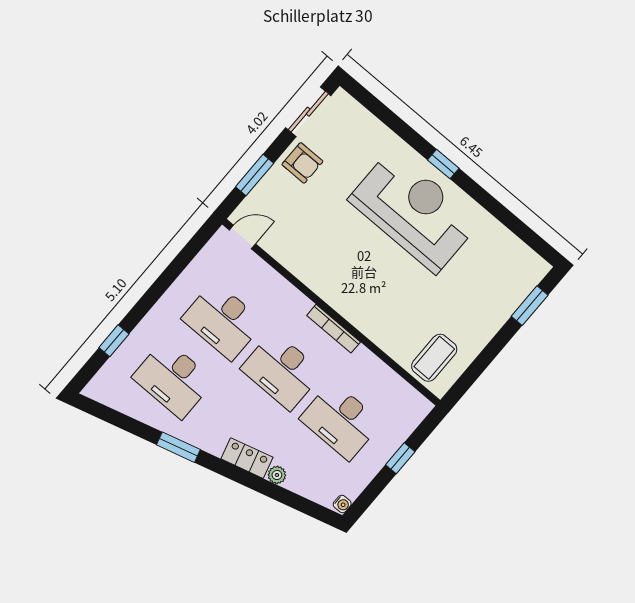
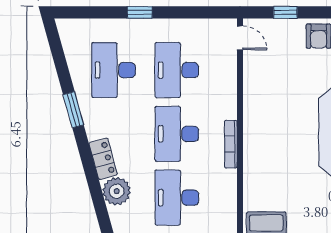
window: (255, 175) -> (285, 12), width x0.67
window: (114, 341) -> (140, 12), moved
plant: (277, 475) -> (117, 191), width x1.88, depth x1.88

